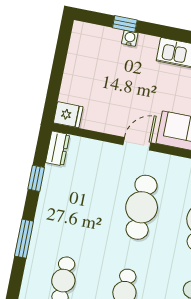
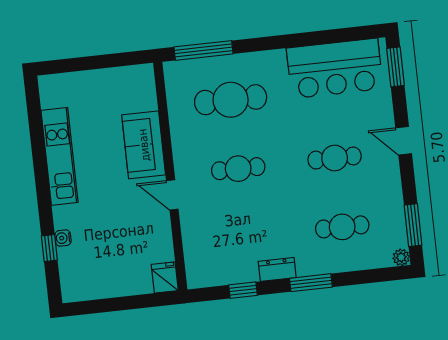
dresser: (58, 149) -> (277, 269), moved
cafe table: (142, 207) -> (238, 169), width x0.73, depth x0.74

